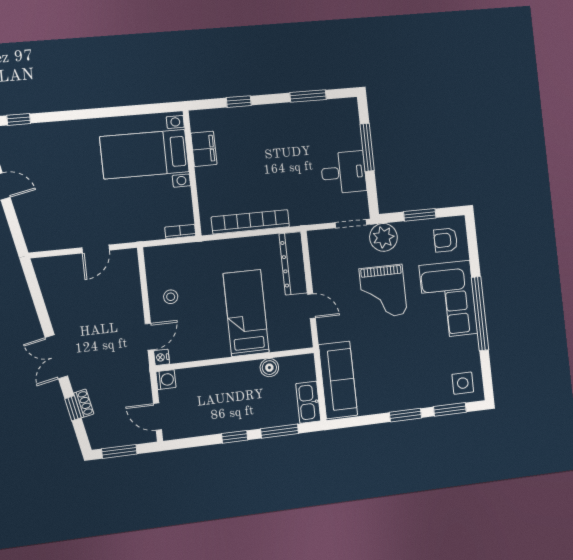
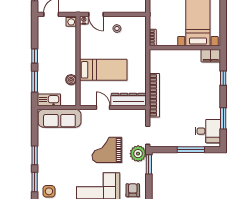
filing cabinet: (204, 149) -> (211, 56), moved
desk: (344, 172) -> (208, 131), moved, turned -90
window: (420, 215) -> (149, 164), moved
bookcase: (250, 222) -> (154, 95), moved
door: (312, 306) -> (103, 108), swing flipped

